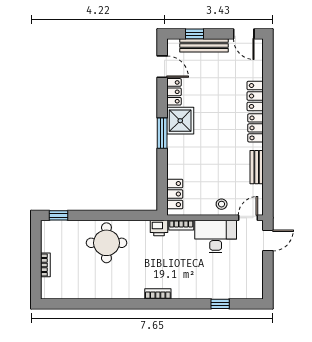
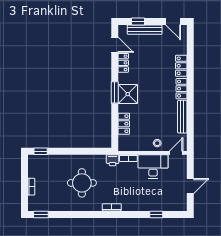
shower: (180, 121) -> (128, 94), moved
bench: (257, 167) -> (182, 117), width x1.36
locker: (175, 194) -> (124, 124), moved
door: (268, 241) -> (190, 186), moved
round table: (106, 243) -> (82, 183), moved
window: (59, 304) -> (41, 214), added

